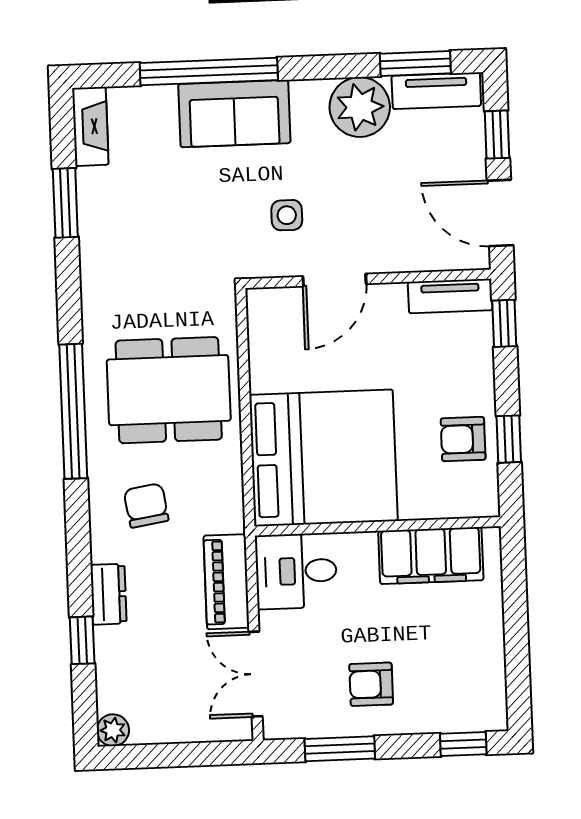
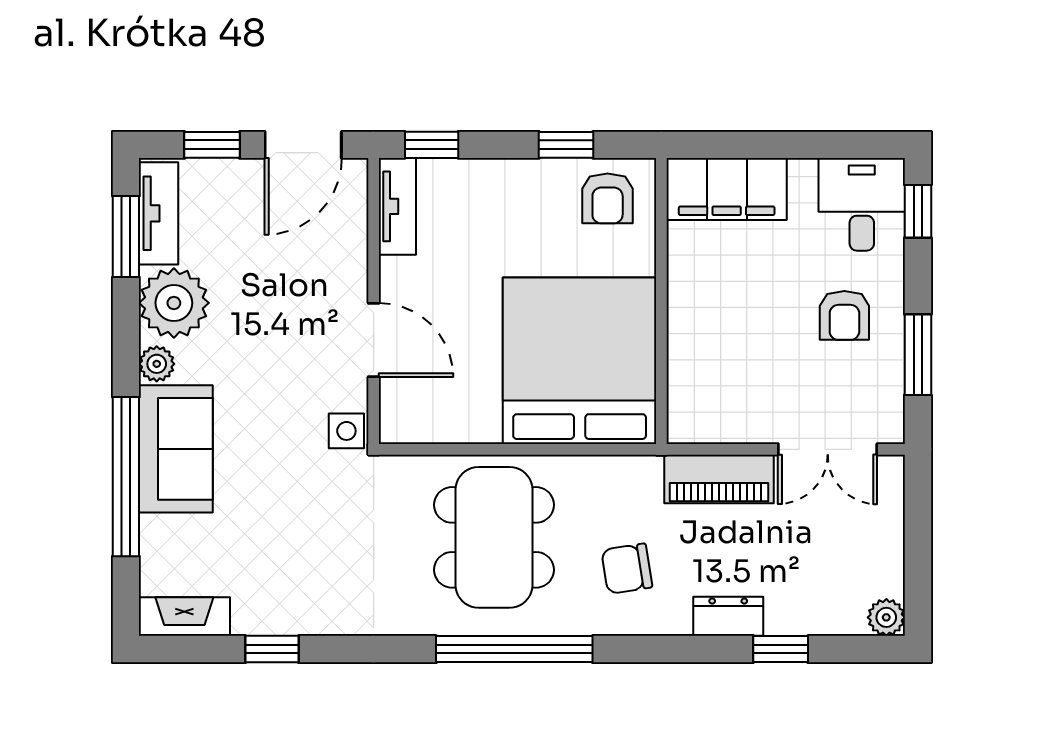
plant: (307, 94) -> (157, 364), added
window: (65, 203) -> (272, 649), width x0.67
side table: (287, 215) -> (346, 431), moved
armchair: (463, 439) -> (608, 198), moved
filing cabinet: (431, 556) -> (727, 189), moved, turned 90
desk: (296, 571) -> (862, 204), moved, turned 180

